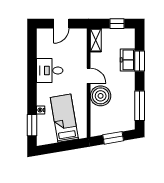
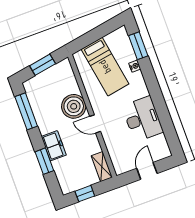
freezer: (128, 60) -> (54, 146), moved
desk: (50, 70) -> (143, 119), width x1.37

